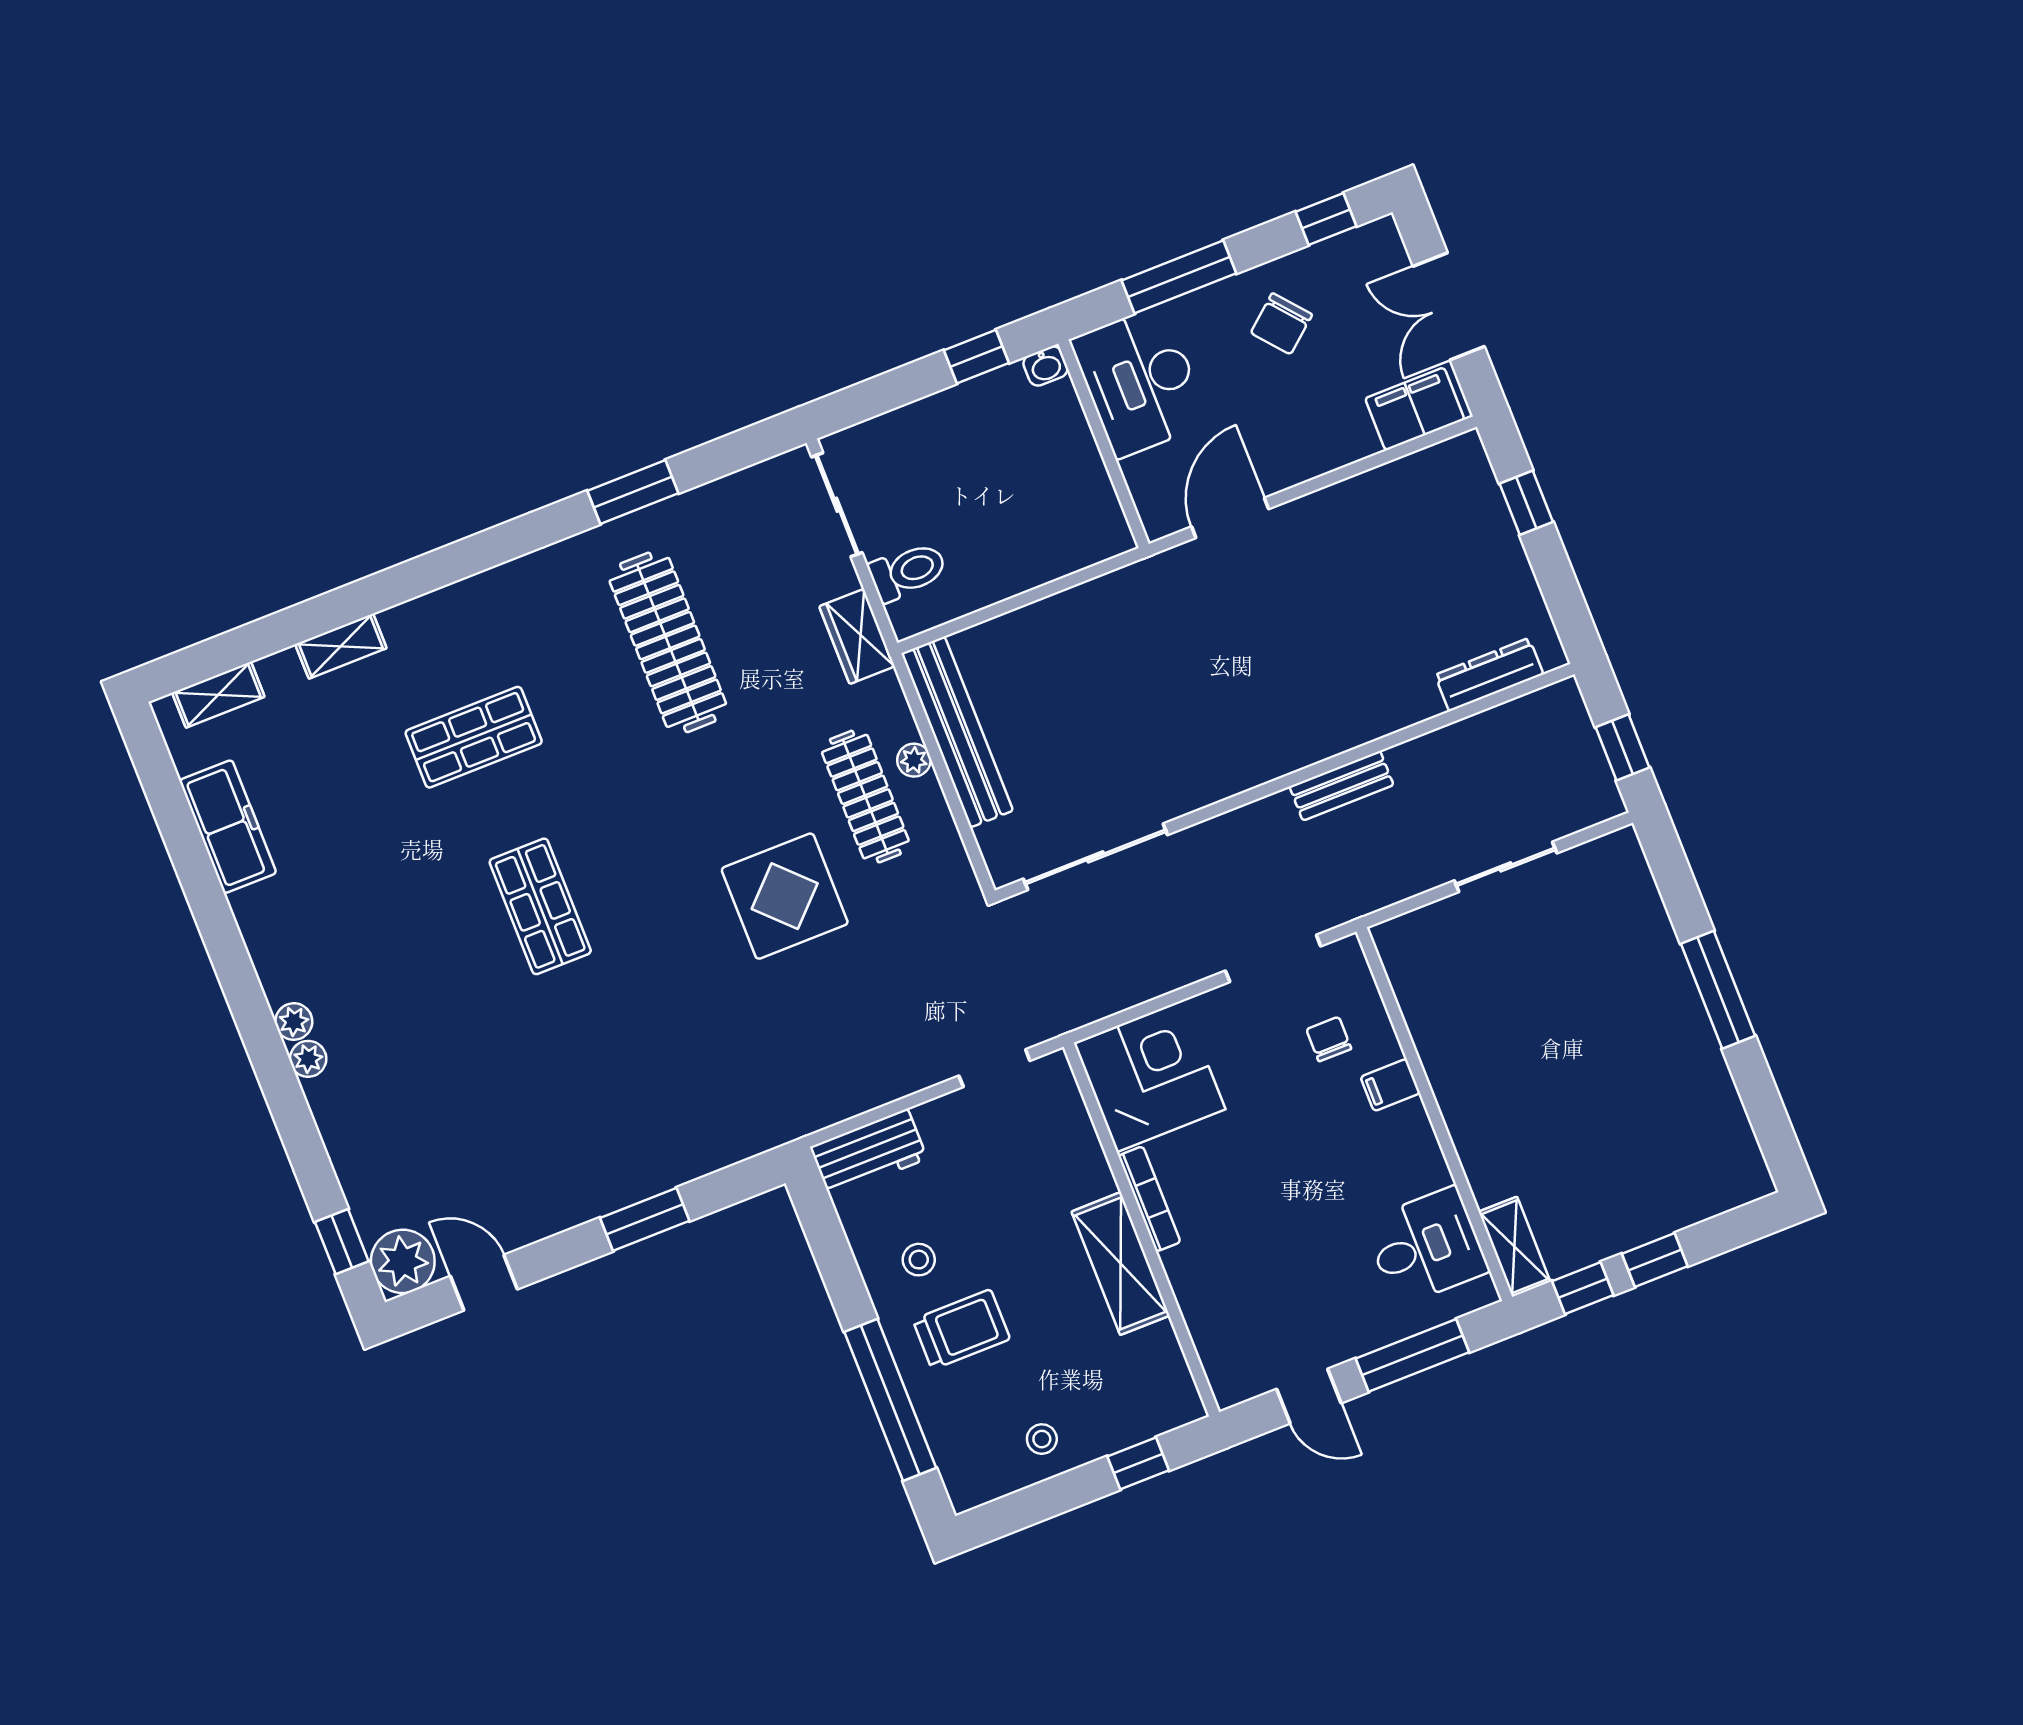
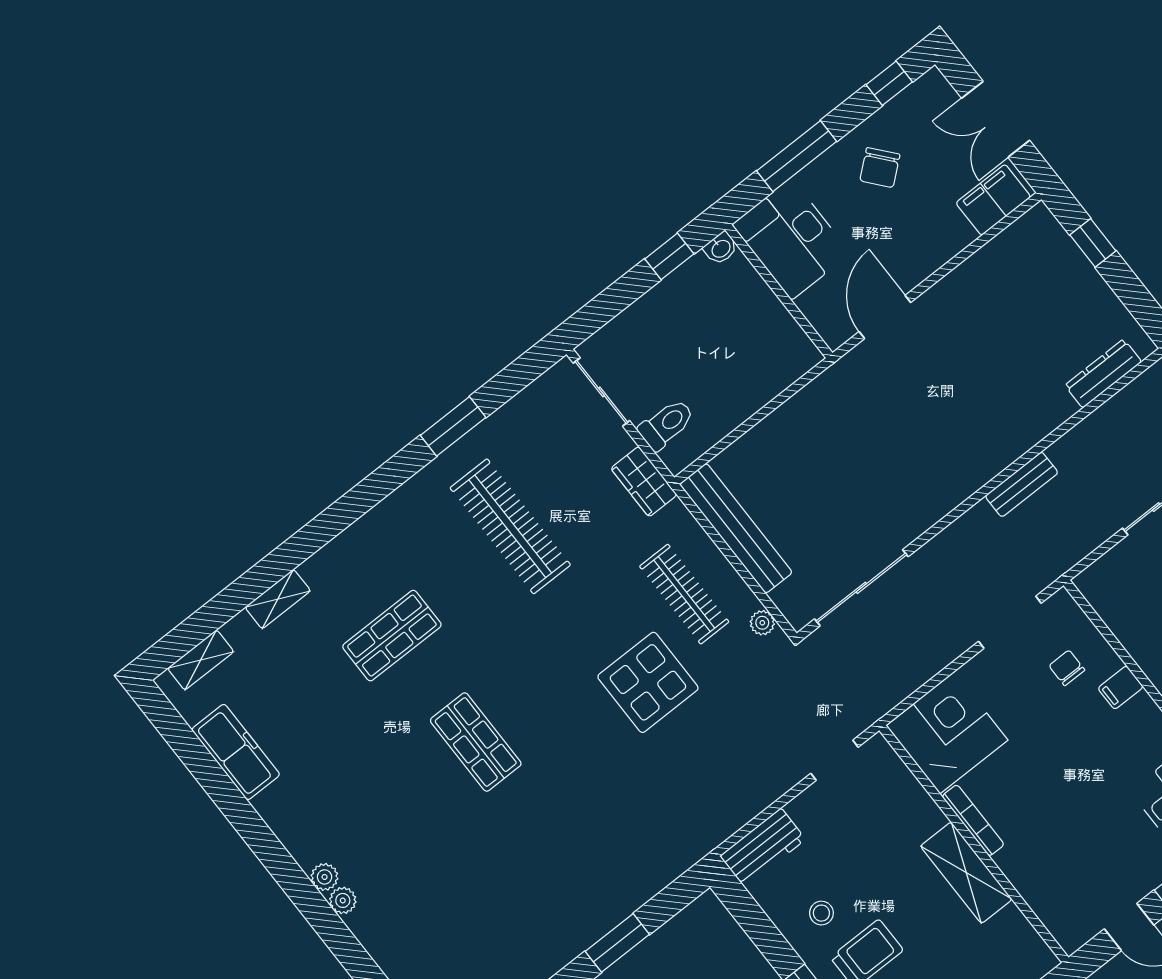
plant: (914, 760) -> (762, 623), moved

